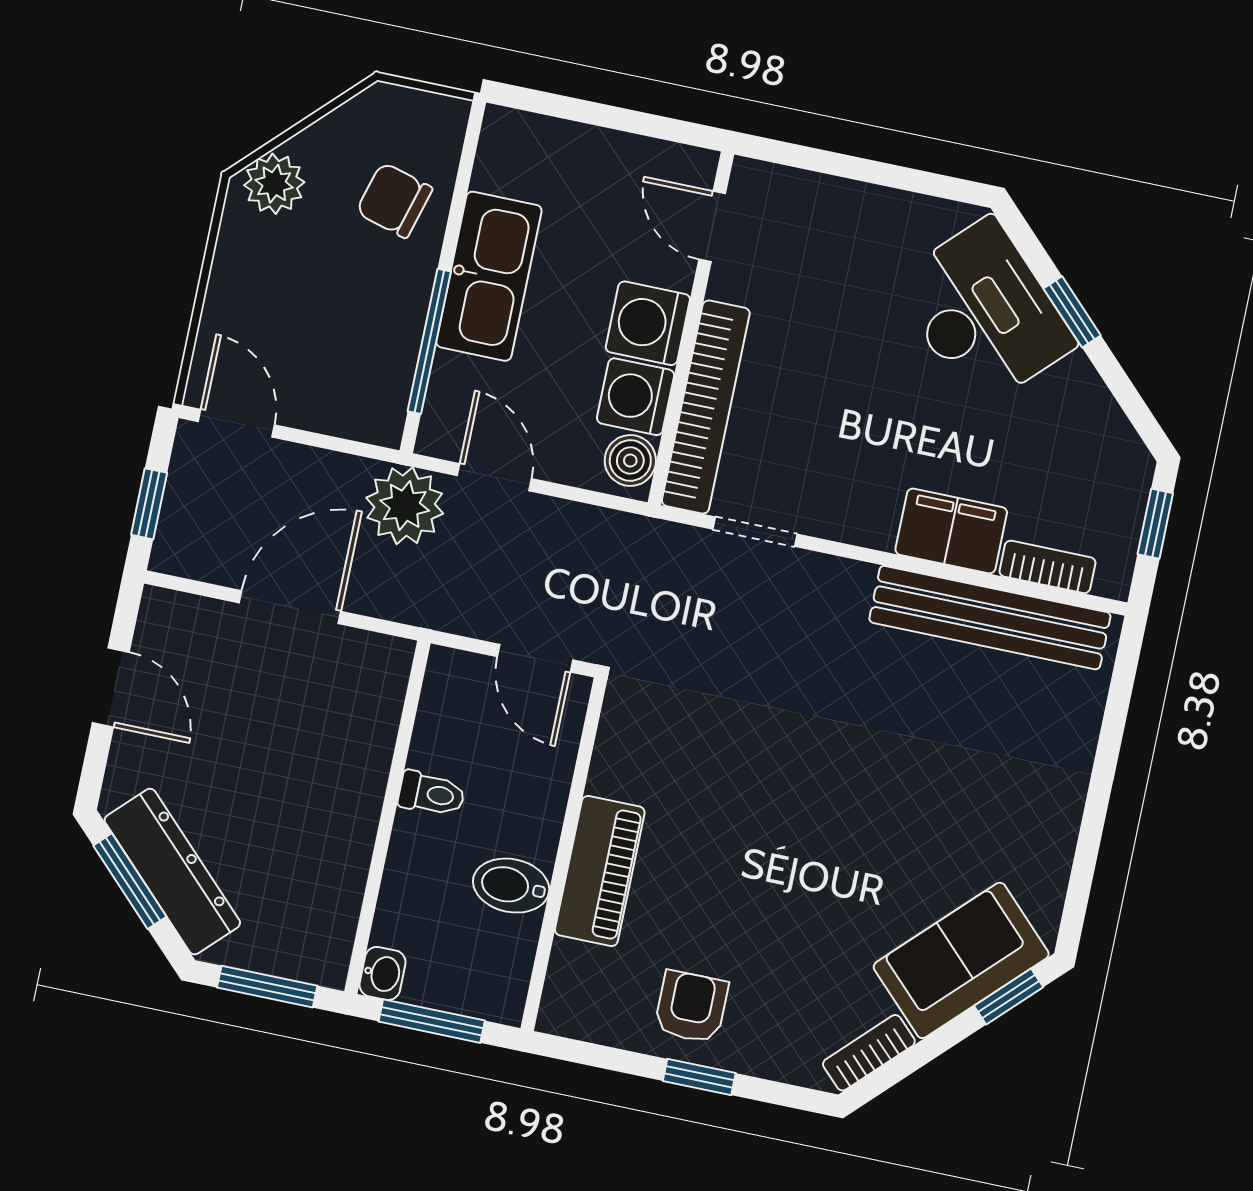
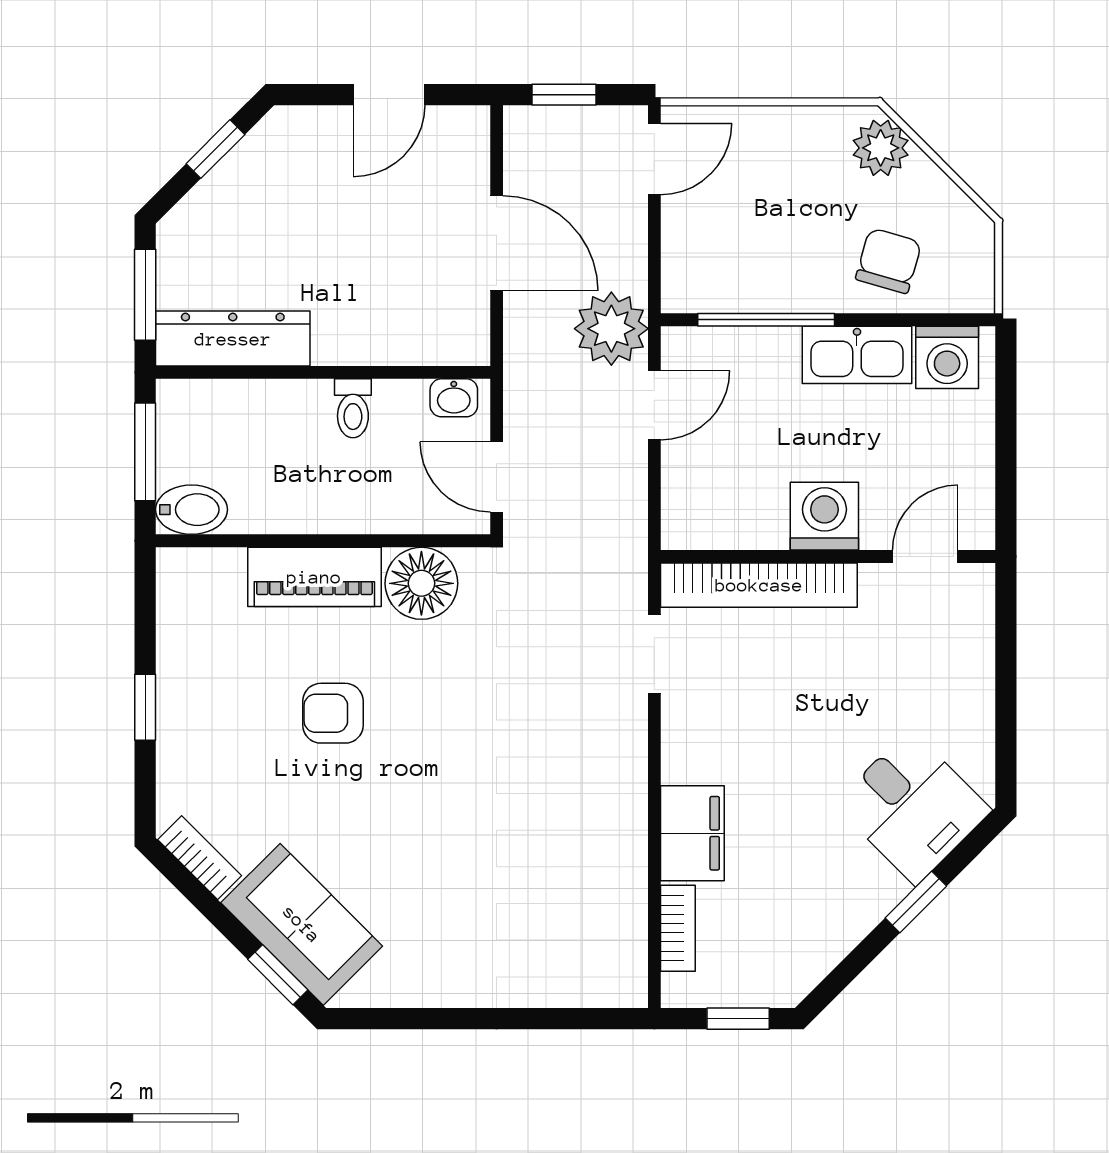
kitchen sink: (489, 276) -> (857, 355), width x0.73, depth x0.81
desk: (984, 313) -> (913, 807), width x0.73
washing machine: (636, 397) -> (947, 357), moved, turned 180
boiler: (630, 460) -> (696, 526), removed
bench: (990, 618) -> (621, 885), removed
door: (535, 658) -> (497, 477), hinge flipped
floor lamp: (630, 760) -> (421, 583), added
dresser: (172, 872) -> (233, 339), moved, turned -135
window: (130, 881) -> (215, 149), width x0.67
bidet: (511, 886) -> (192, 510), moved, turned 90
washbasin: (383, 973) -> (454, 398), moved
armchair: (691, 1007) -> (333, 713), moved, turned 180

